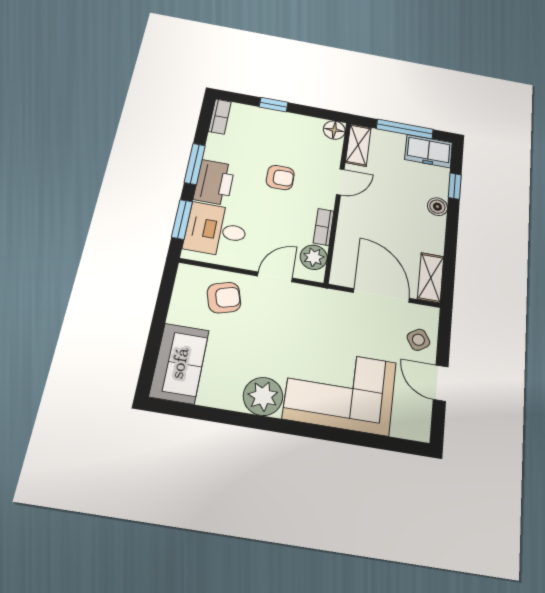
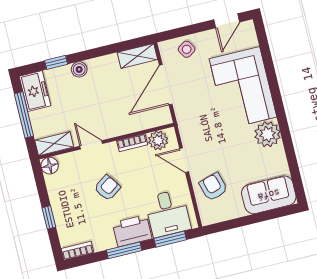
armchair: (280, 178) -> (107, 188), turned 55
door: (441, 383) -> (227, 21), moved

